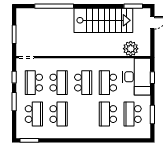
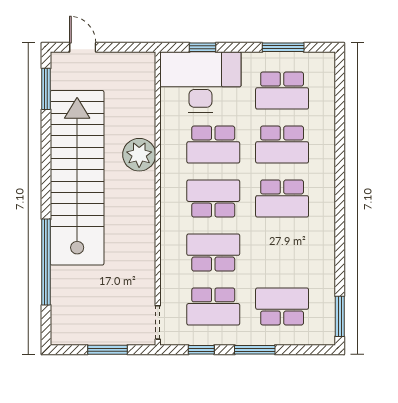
stairs: (103, 20) -> (77, 178), width x1.36
plant: (131, 49) -> (139, 155), moved
school desk: (59, 114) -> (282, 199), moved, turned 180

